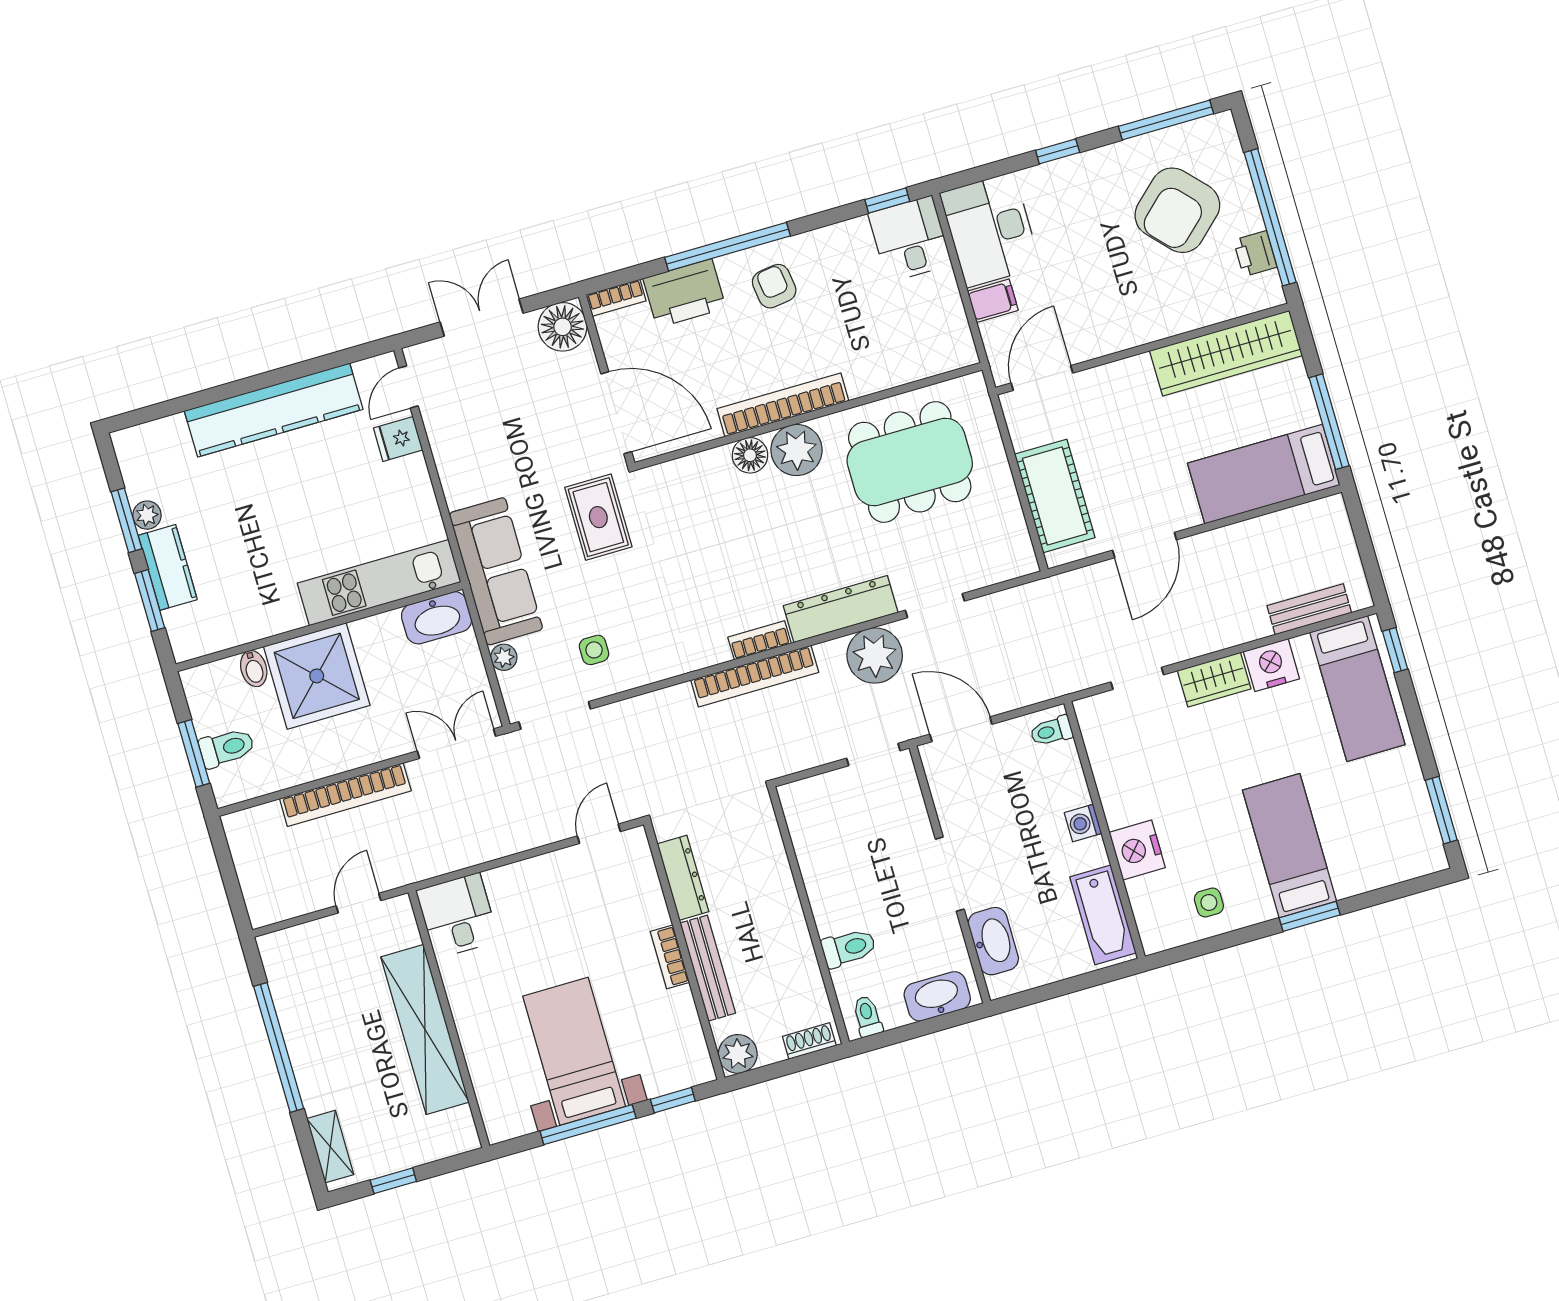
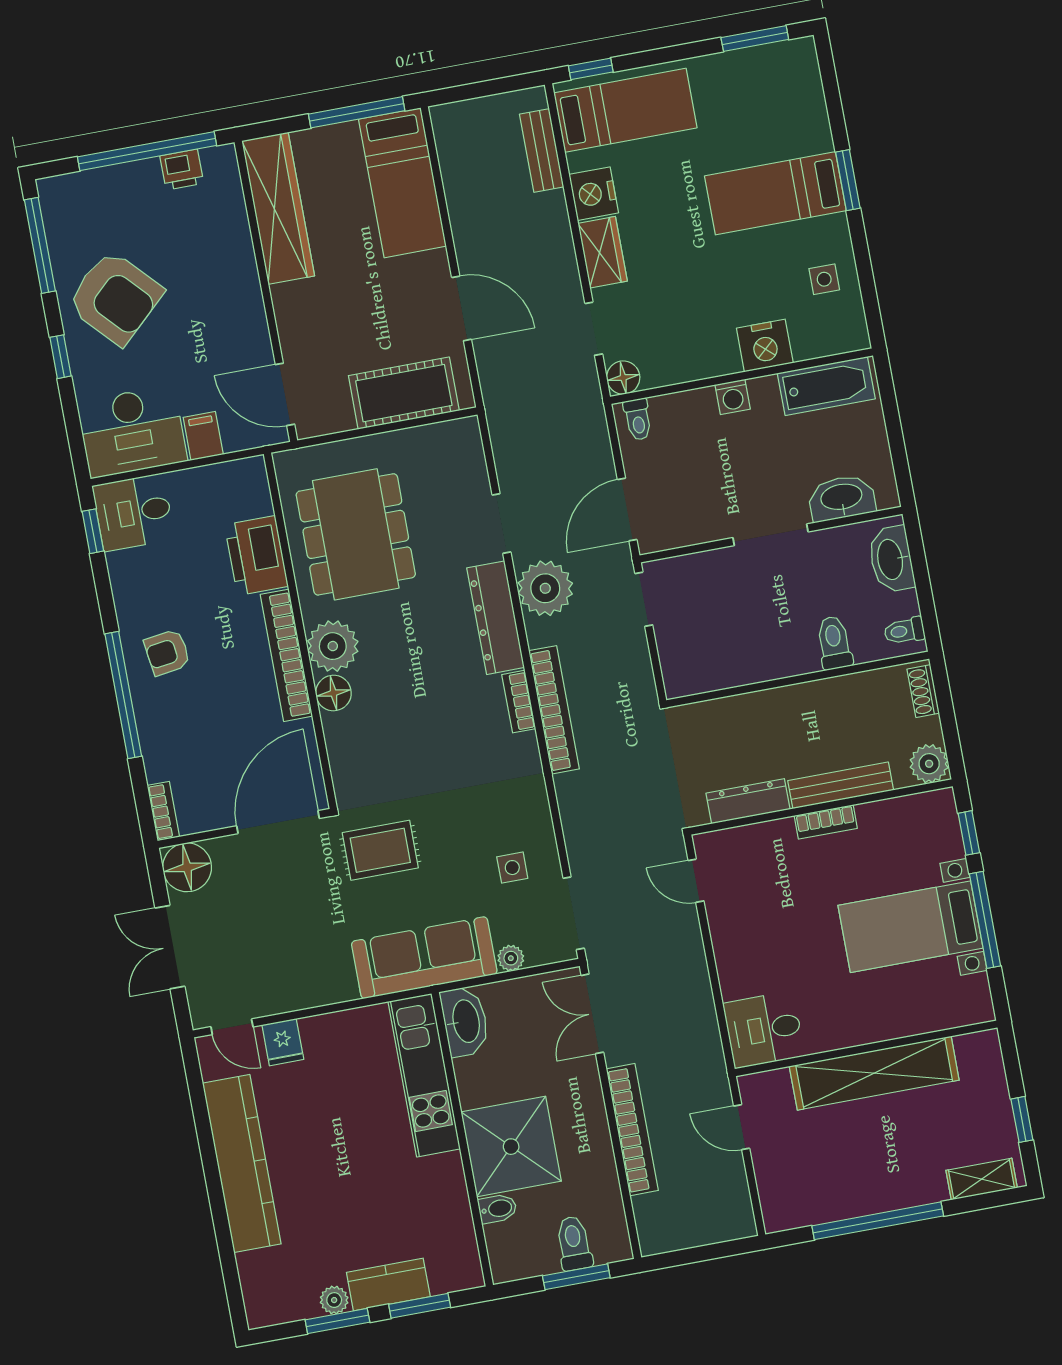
armchair: (1177, 210) -> (115, 298), moved
printer: (684, 293) -> (256, 556), moved, turned 180
floor lamp: (1092, 712) -> (623, 378), added

